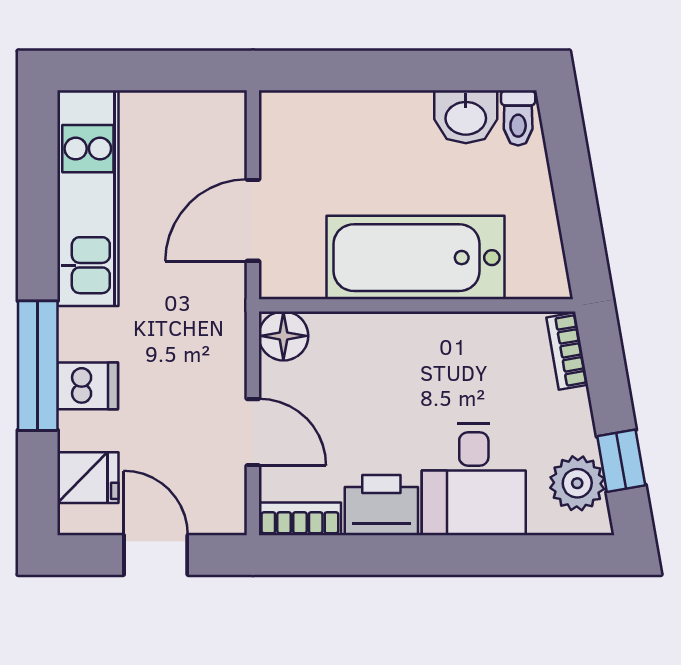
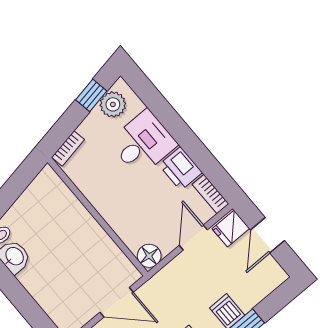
bathtub: (415, 258) -> (80, 232), removed
fridge: (88, 478) -> (231, 229), moved, turned -90

